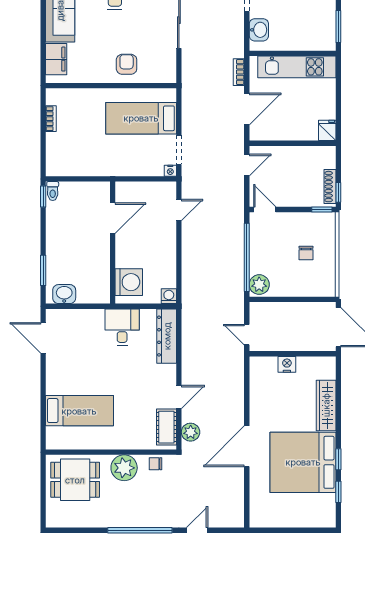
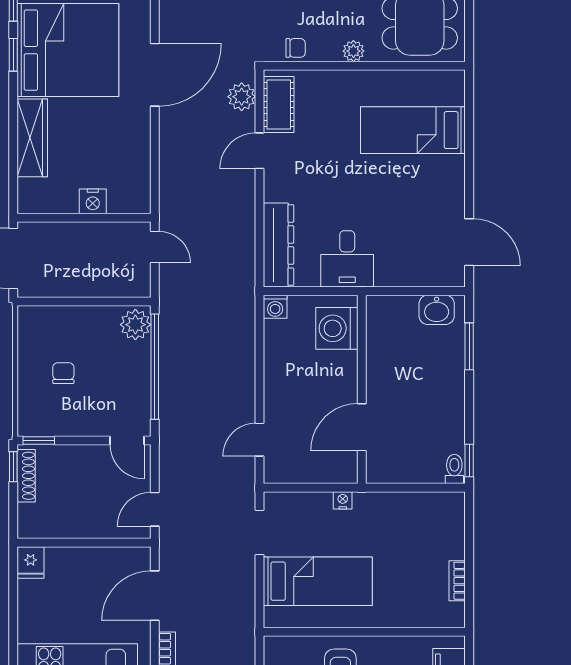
nightstand: (170, 171) -> (343, 500), moved
plant: (124, 468) -> (353, 51), width x0.53, depth x0.53

